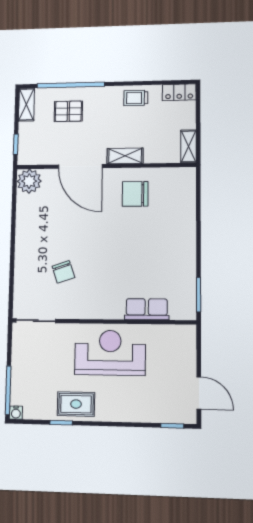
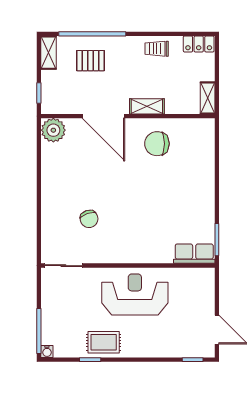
row of seats: (147, 309) -> (194, 254), moved

